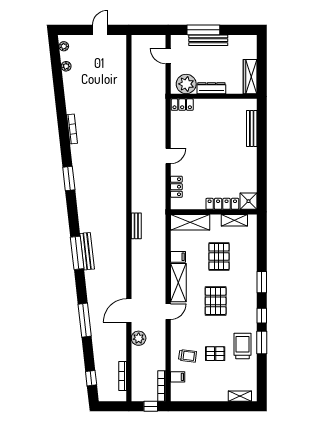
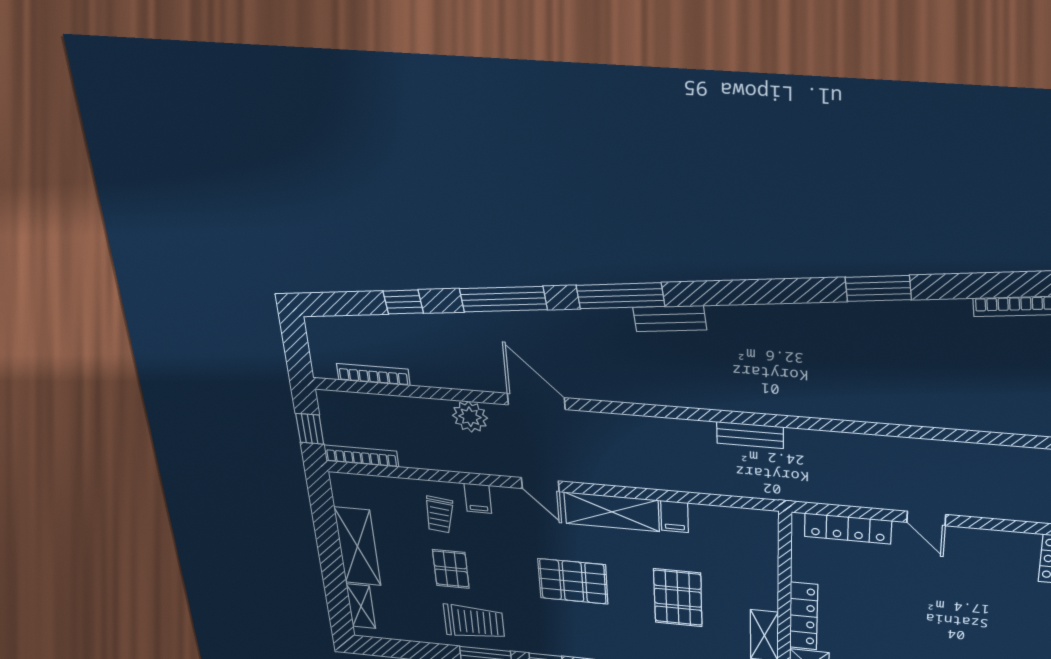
locker: (176, 187) -> (848, 529), width x1.53
shelving: (190, 222) -> (358, 546), moved
bench: (87, 251) -> (670, 319), width x0.73
window: (77, 253) -> (620, 296), moved
pallet: (219, 257) -> (678, 598), turned 90
filing cabinet: (178, 377) -> (478, 498), moved
window: (91, 378) -> (403, 302), moved

